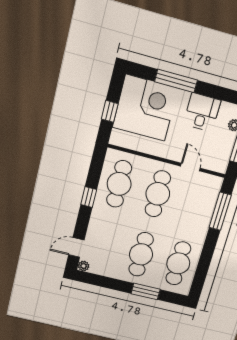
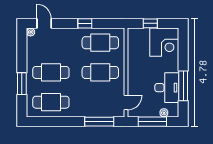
window: (176, 81) -> (183, 86), moved
corner desk: (145, 108) -> (164, 42), width x0.74, depth x0.74
desk: (202, 112) -> (167, 88), width x1.37
door: (190, 167) -> (126, 102), moved

